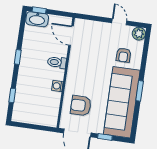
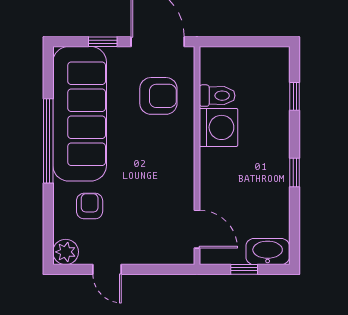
window: (39, 10) -> (244, 269), moved
toilet: (57, 62) -> (217, 96), moved
washing machine: (57, 86) -> (218, 127), width x1.89, depth x1.89
window: (140, 91) -> (48, 141), width x2.11

